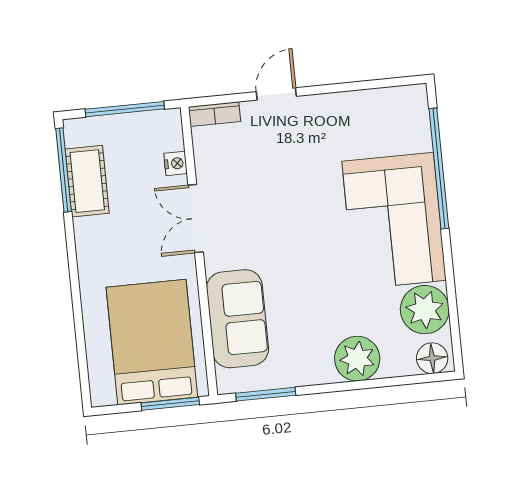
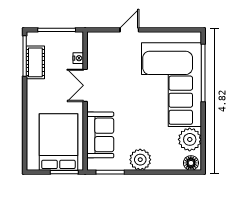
bookcase: (214, 114) -> (99, 37), removed
corner sofa: (394, 221) -> (171, 85), width x1.36, depth x1.36
plant: (357, 359) -> (140, 160), moved

